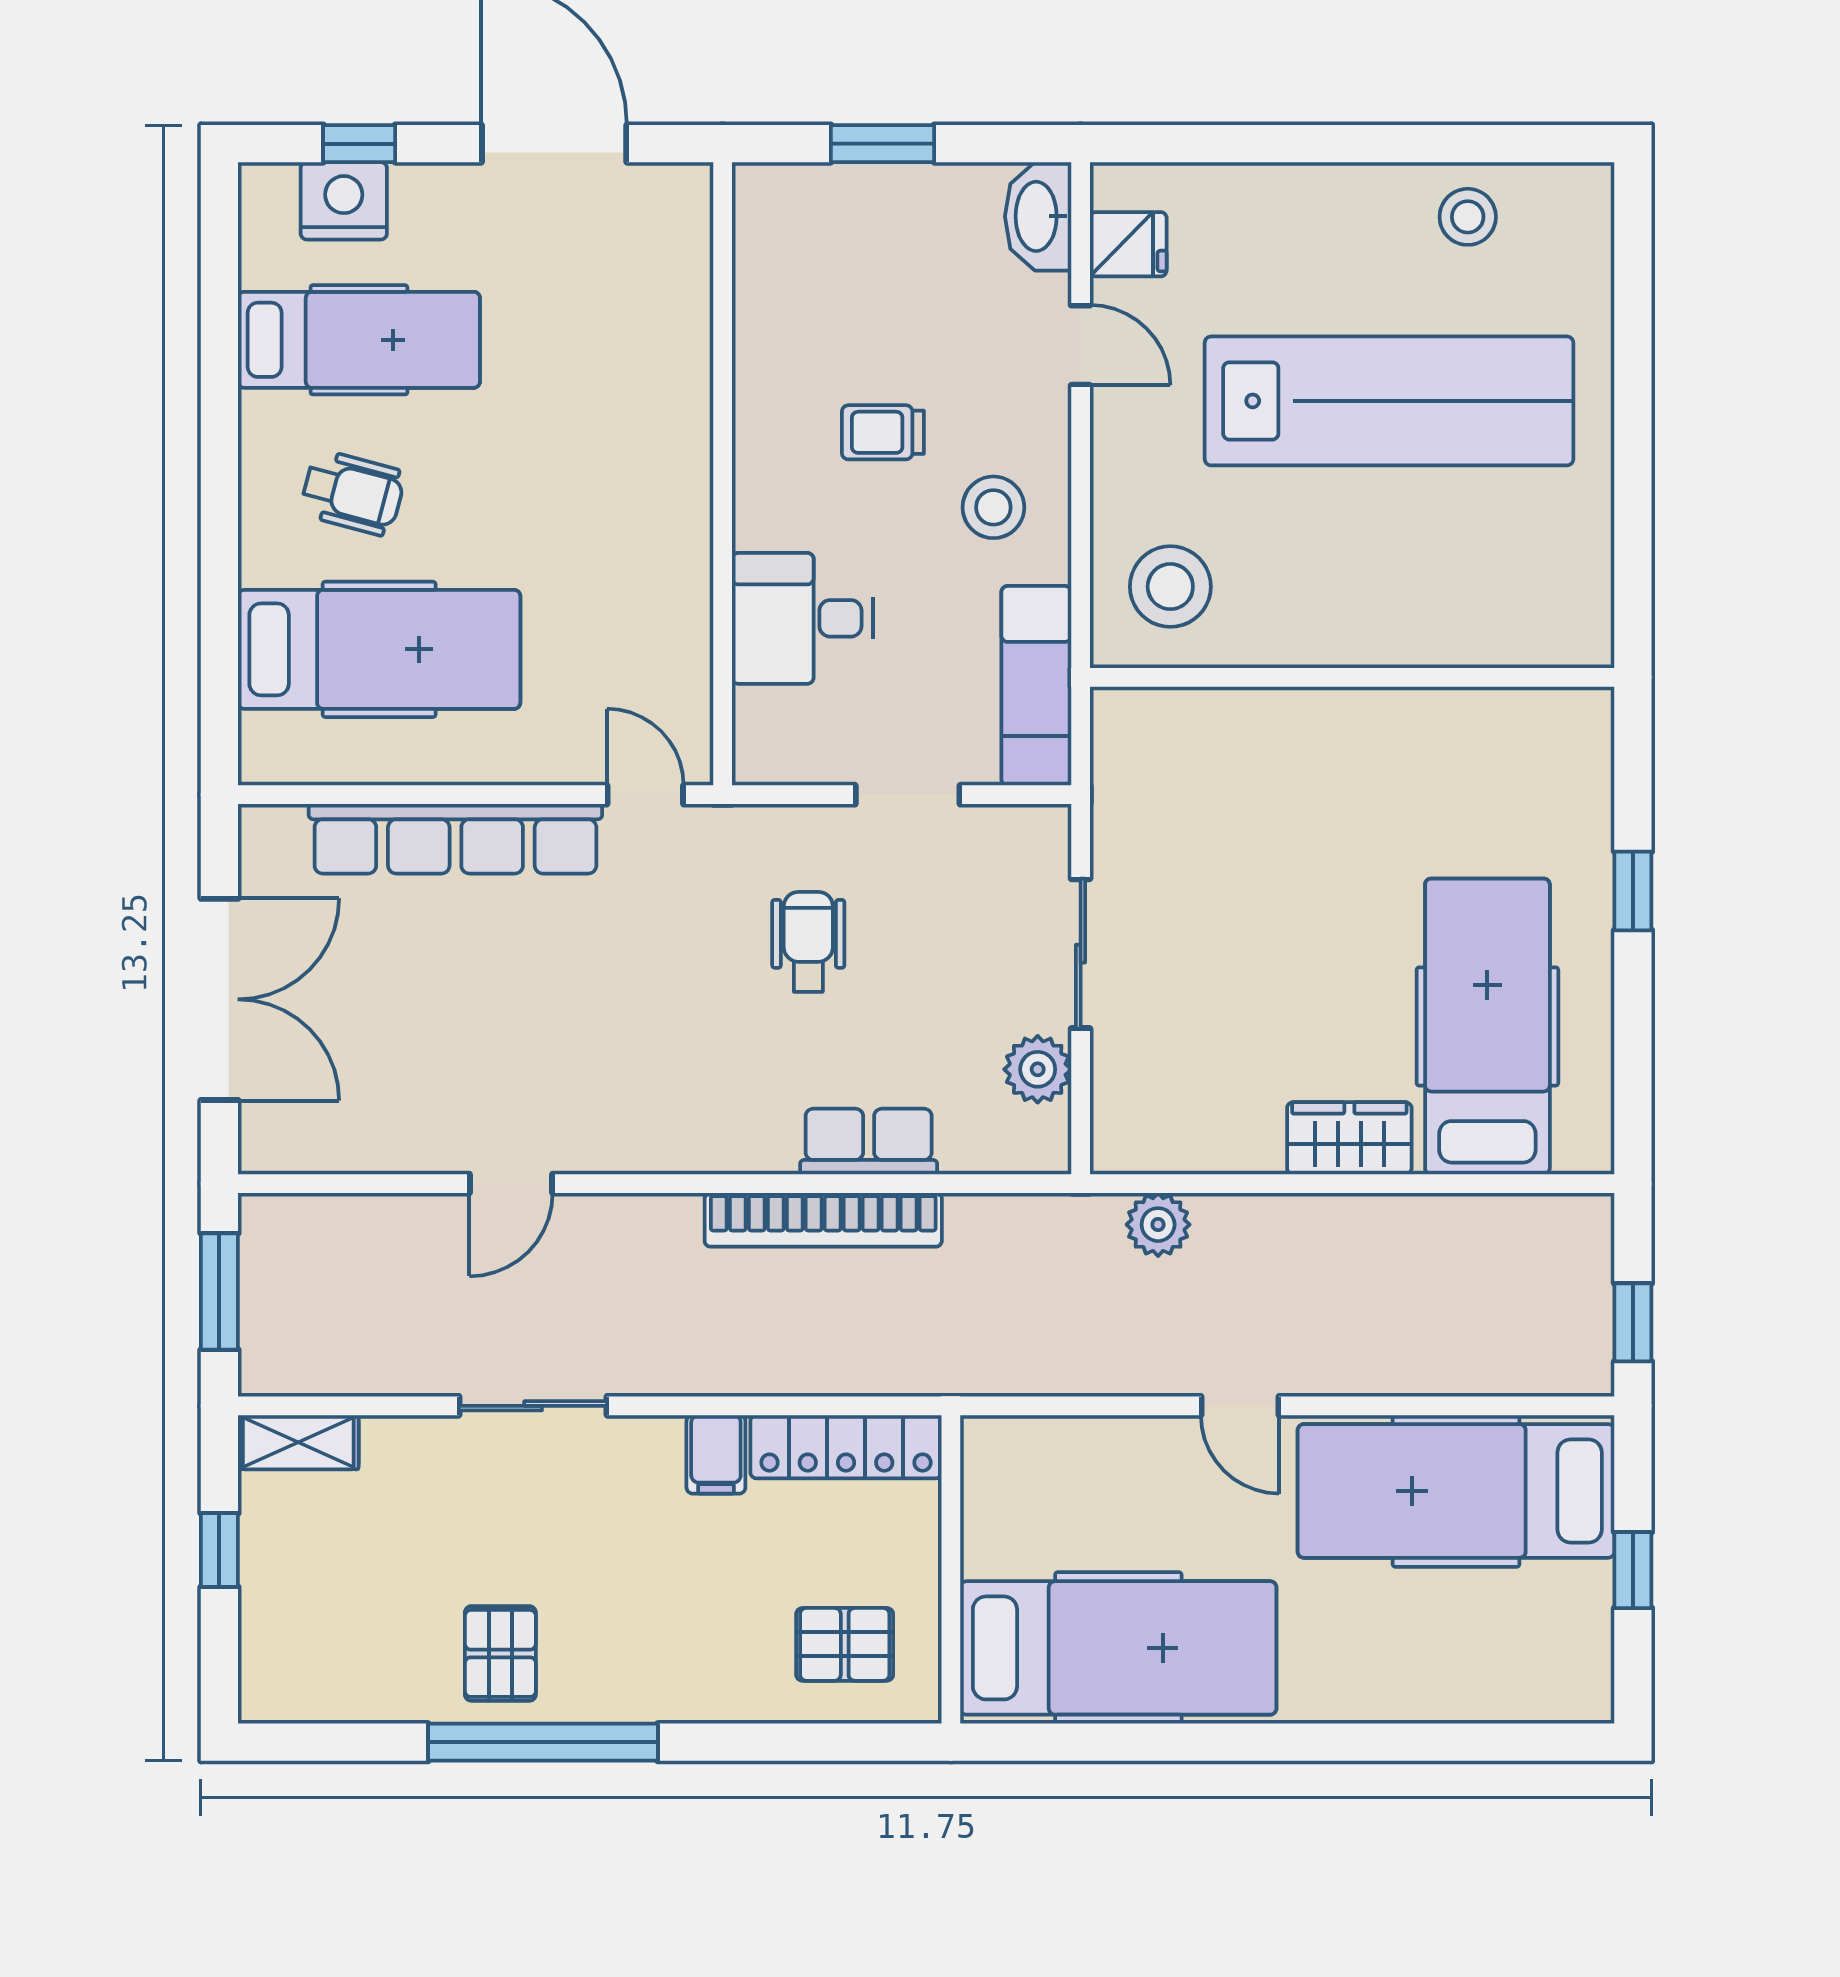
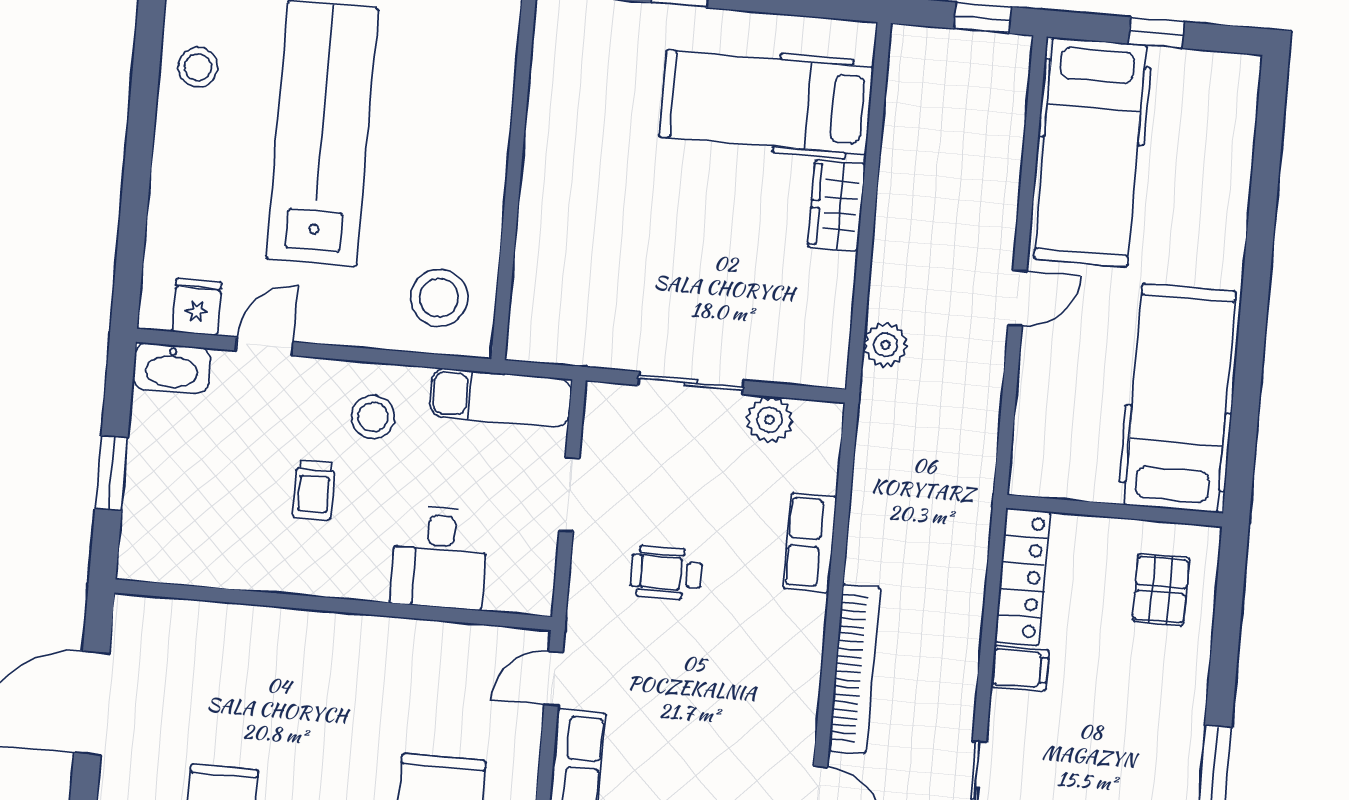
bookcase: (823, 1220) -> (854, 669), moved

